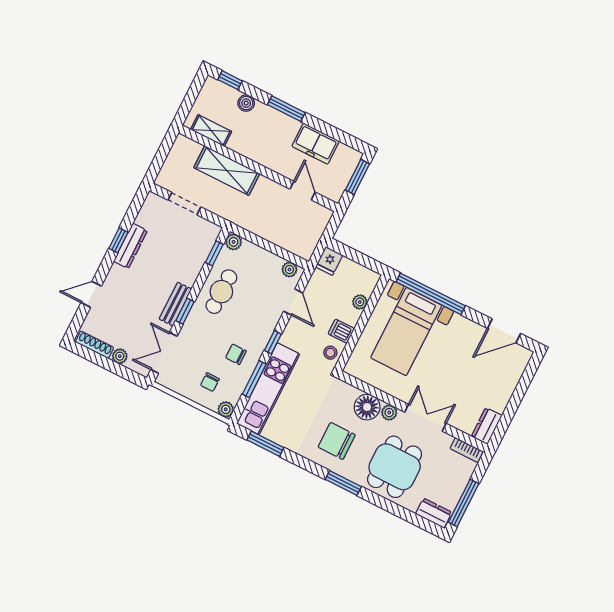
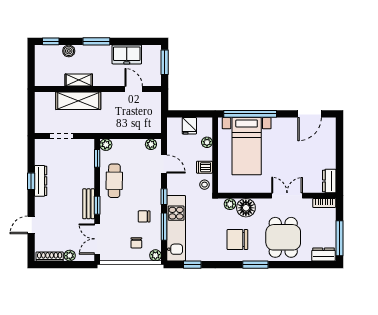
shelving: (211, 131) -> (79, 80), moved
fridge: (329, 261) -> (189, 126), moved
plant: (389, 413) -> (230, 204), moved
window: (265, 444) -> (192, 265), width x0.67

